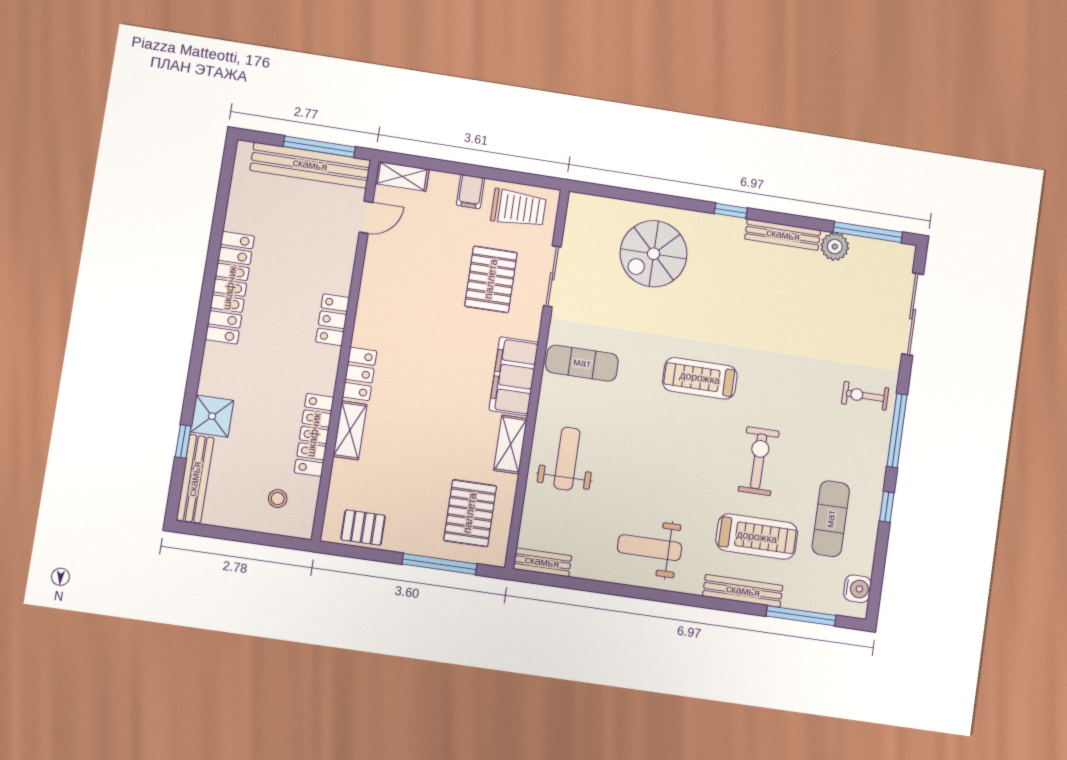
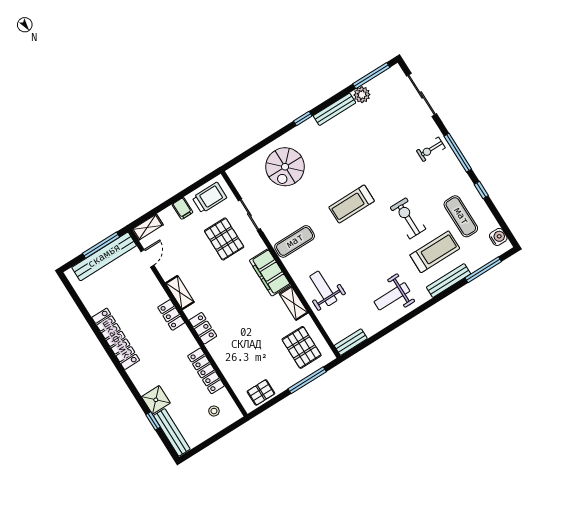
shelving: (350, 430) -> (180, 292), moved

